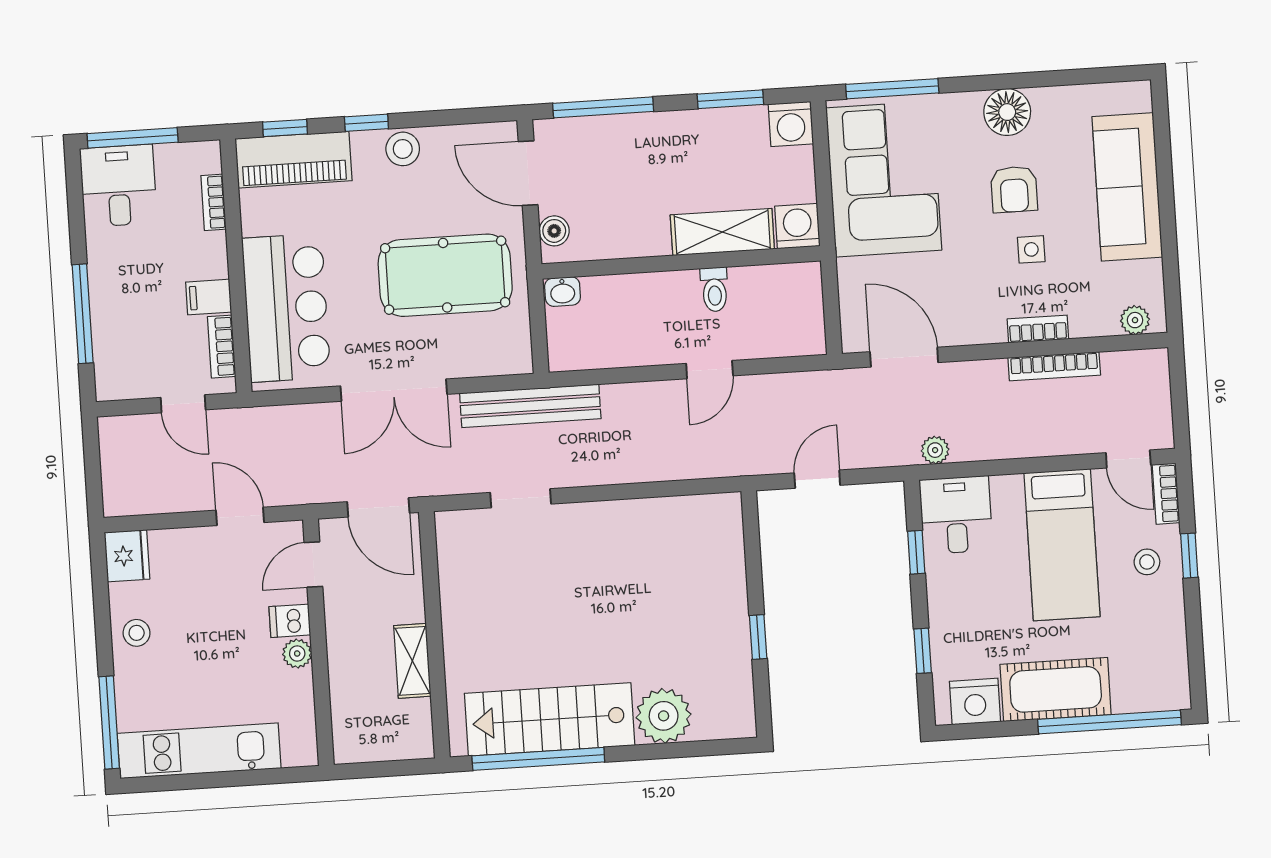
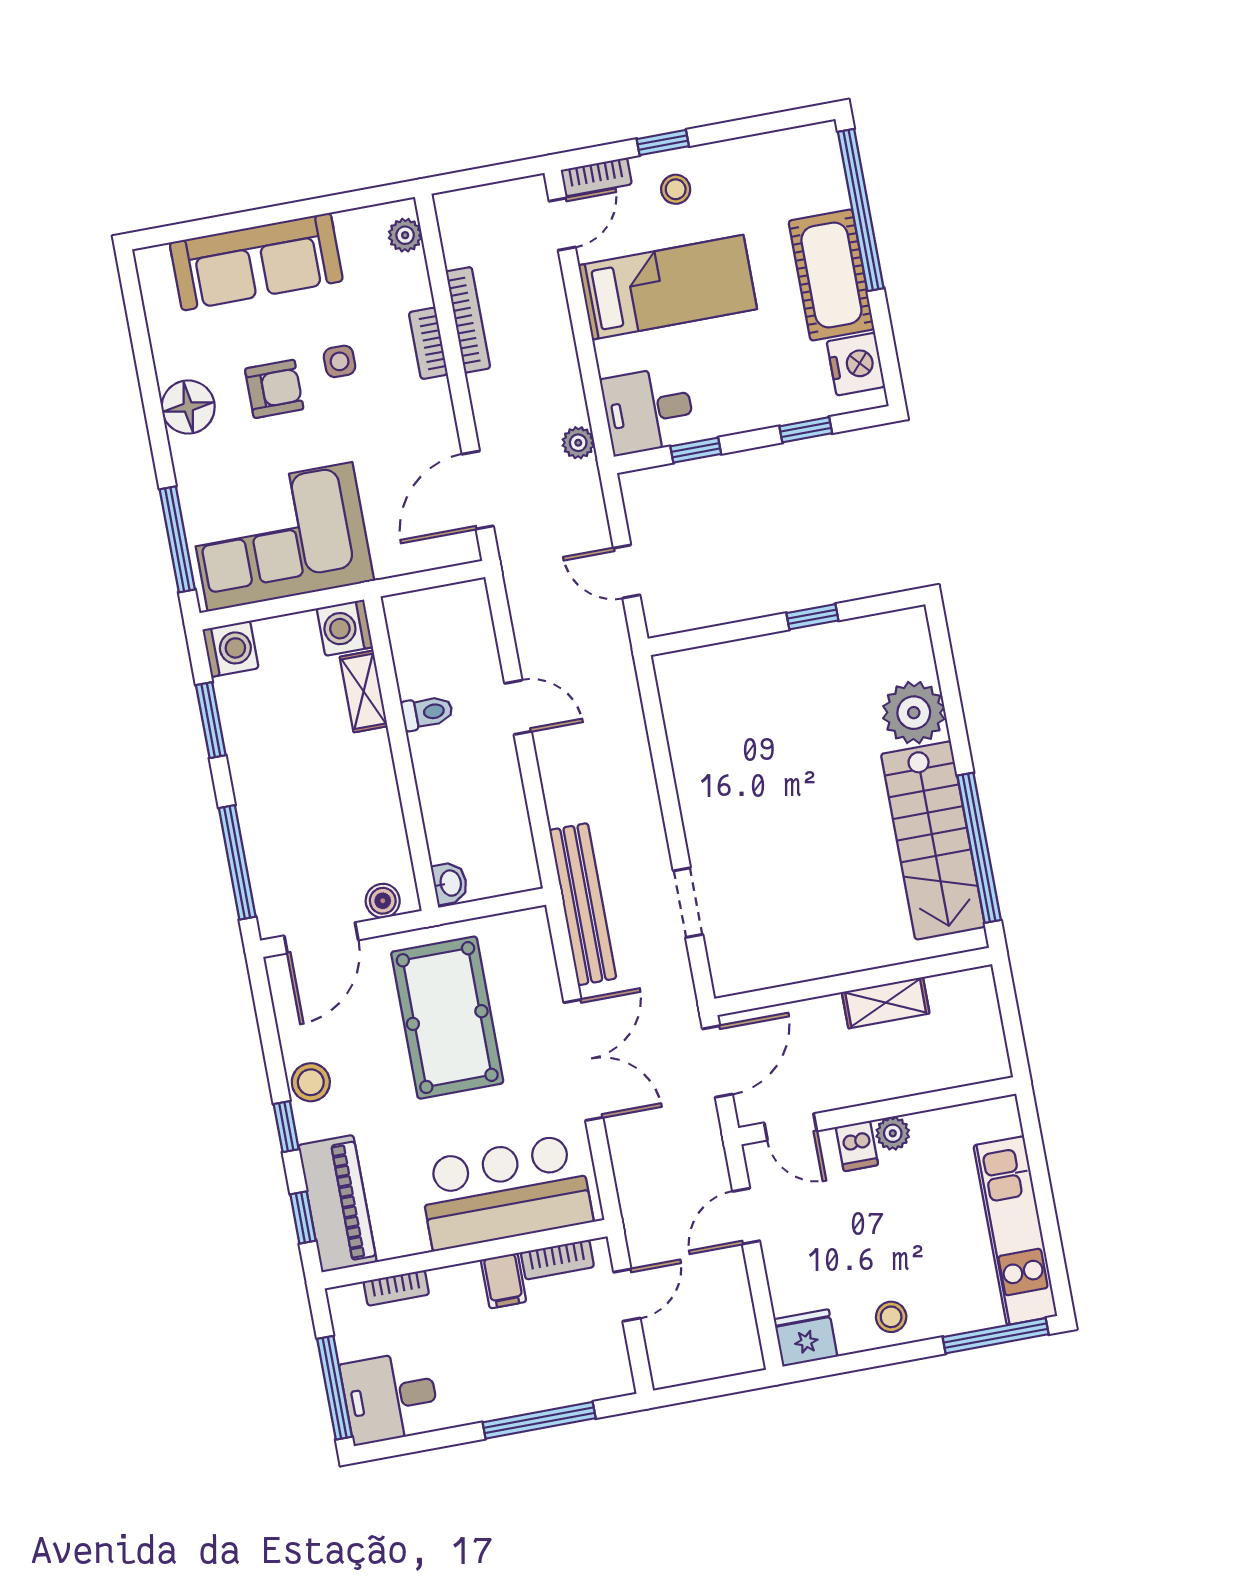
shelving: (722, 232) -> (364, 691), width x0.67, depth x0.75

